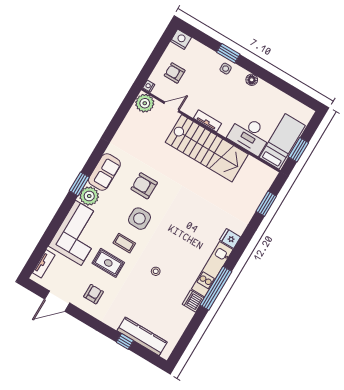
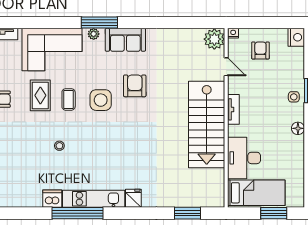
window: (298, 150) -> (274, 213), moved
window: (79, 184) -> (99, 23), width x1.44
plant: (89, 196) -> (94, 34), width x0.53, depth x0.53

